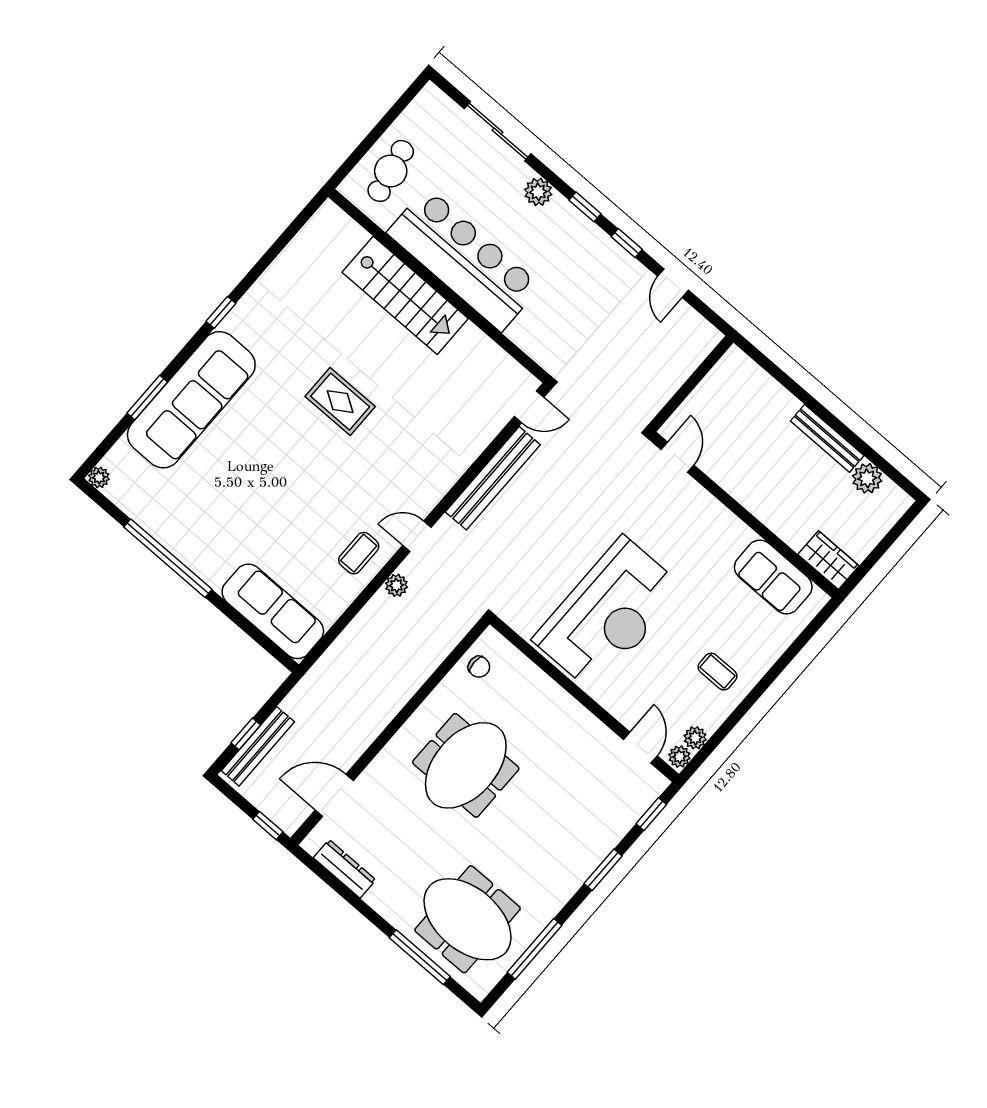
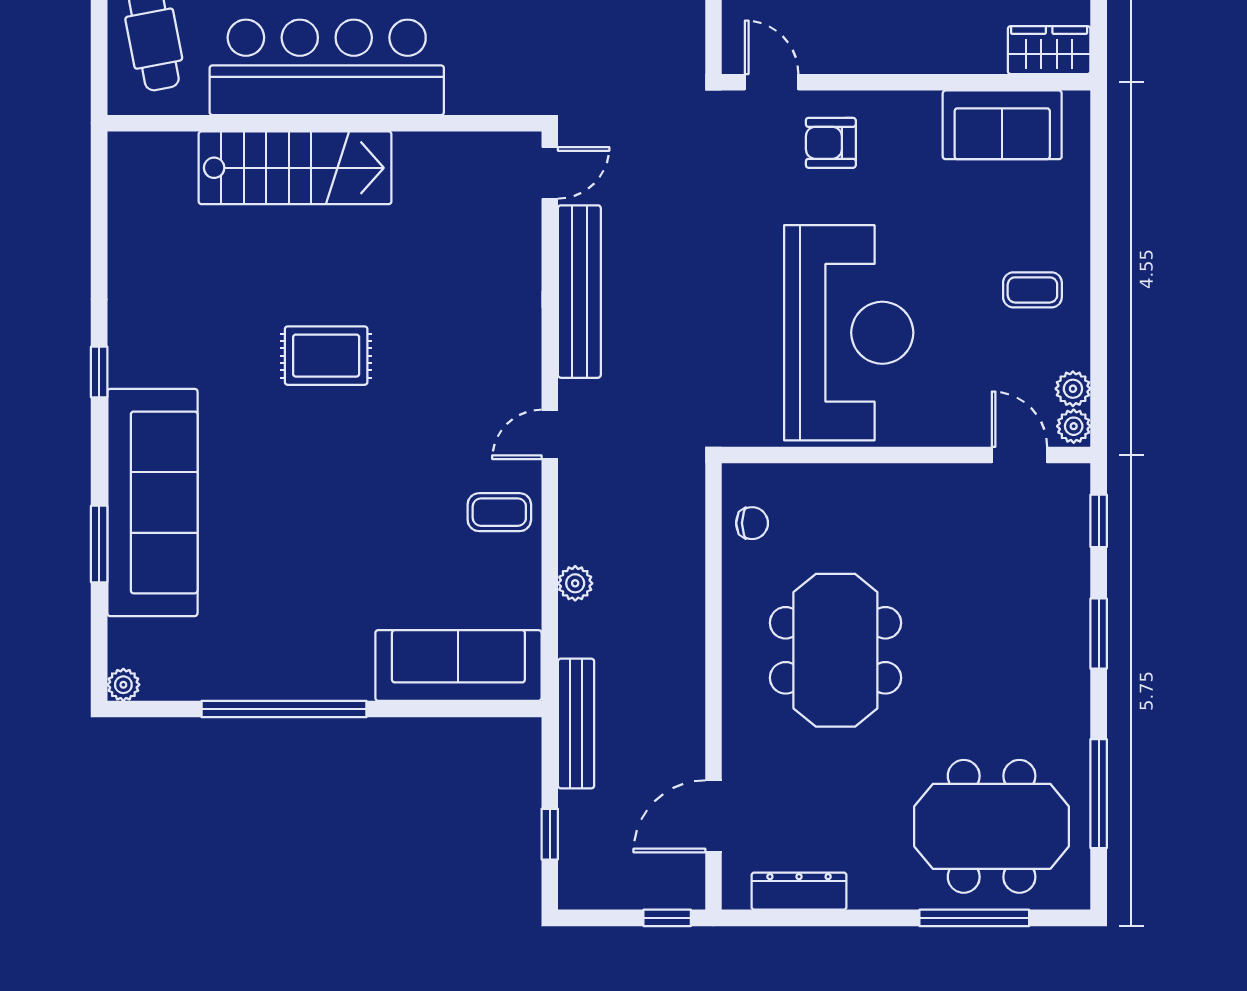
armchair: (681, 512) -> (831, 143), added
coffee table: (359, 553) -> (499, 512), turned 90
plant: (396, 585) -> (575, 583), moved
bench: (258, 746) -> (576, 724), moved

